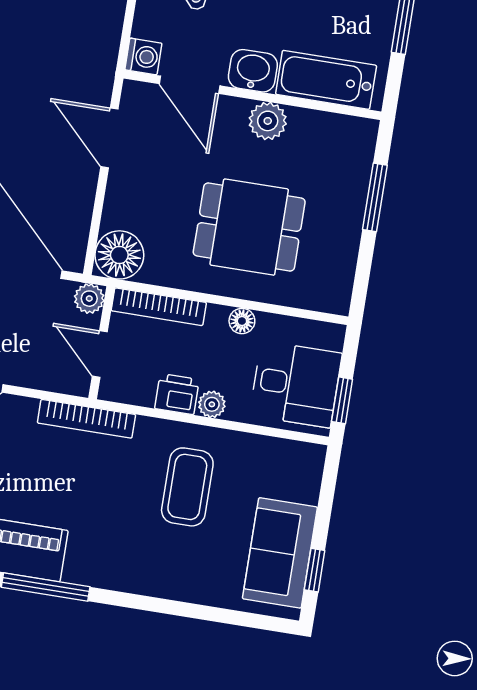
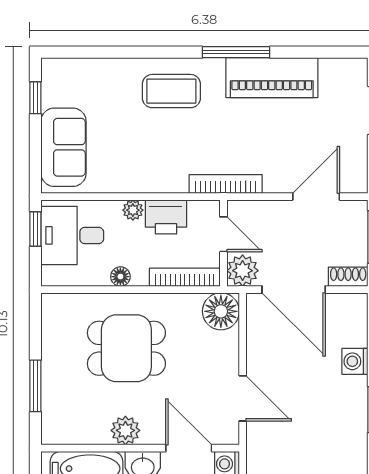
plant: (89, 299) -> (243, 271), width x1.38, depth x1.38
printer: (177, 394) -> (166, 217), width x1.36, depth x1.24
coffee table: (187, 487) -> (171, 91), moved, turned 90
sofa: (280, 553) -> (63, 147), moved

